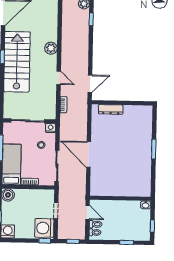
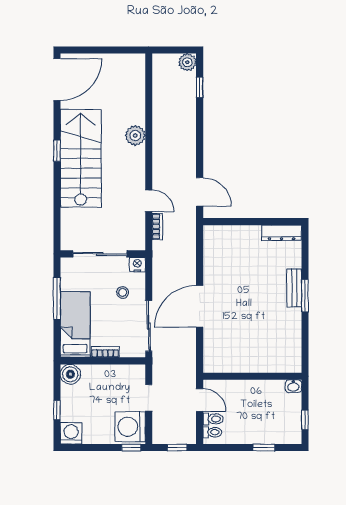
door: (59, 78) -> (149, 201), moved
door: (90, 84) -> (200, 192), hinge flipped
dresser: (111, 109) -> (281, 233), moved
bench: (147, 144) -> (294, 288), added
door: (89, 154) -> (200, 306), hinge flipped

